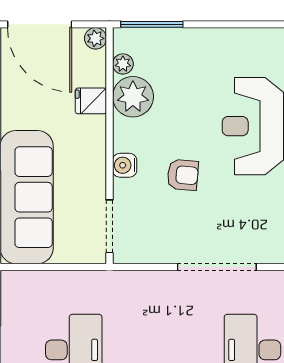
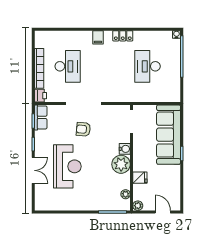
door: (40, 24) -> (163, 212), width x0.53
plant: (133, 97) -> (121, 164), moved
armchair: (183, 175) -> (83, 129), moved

